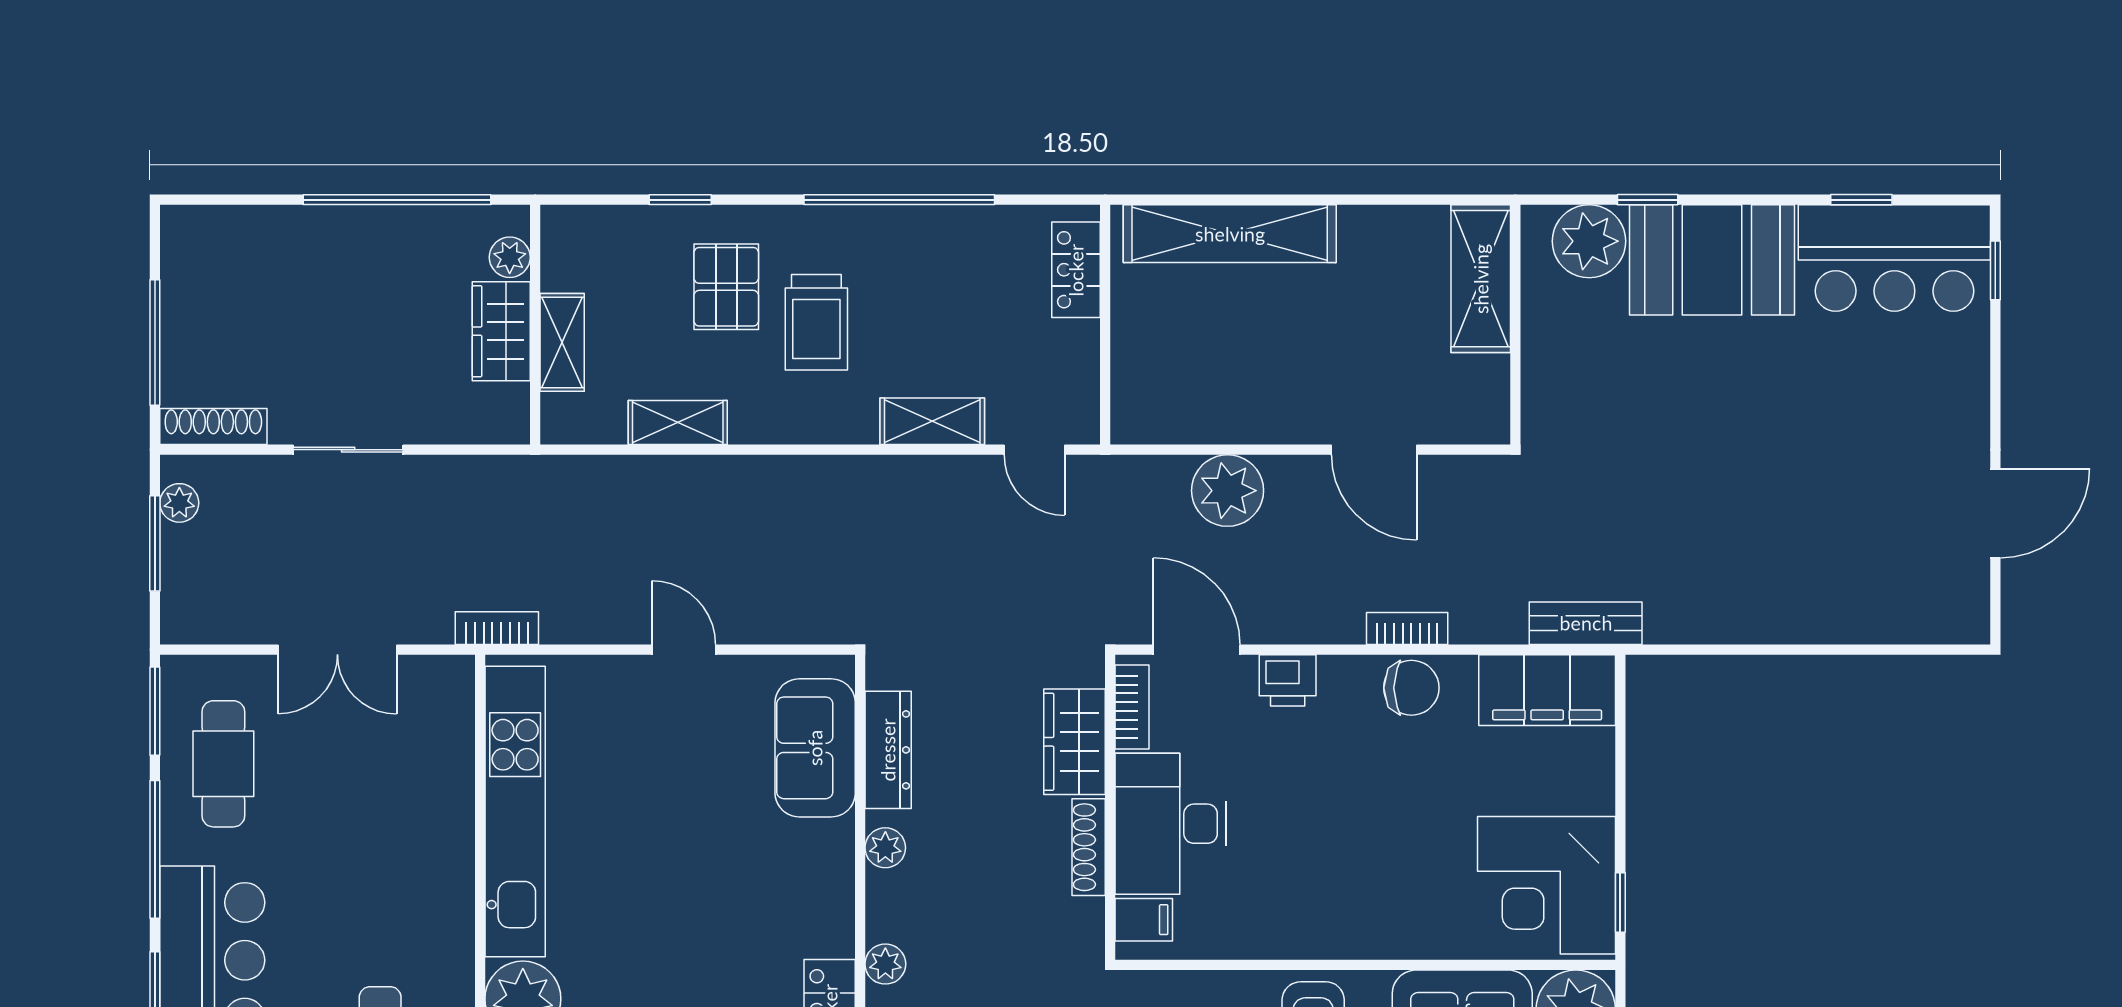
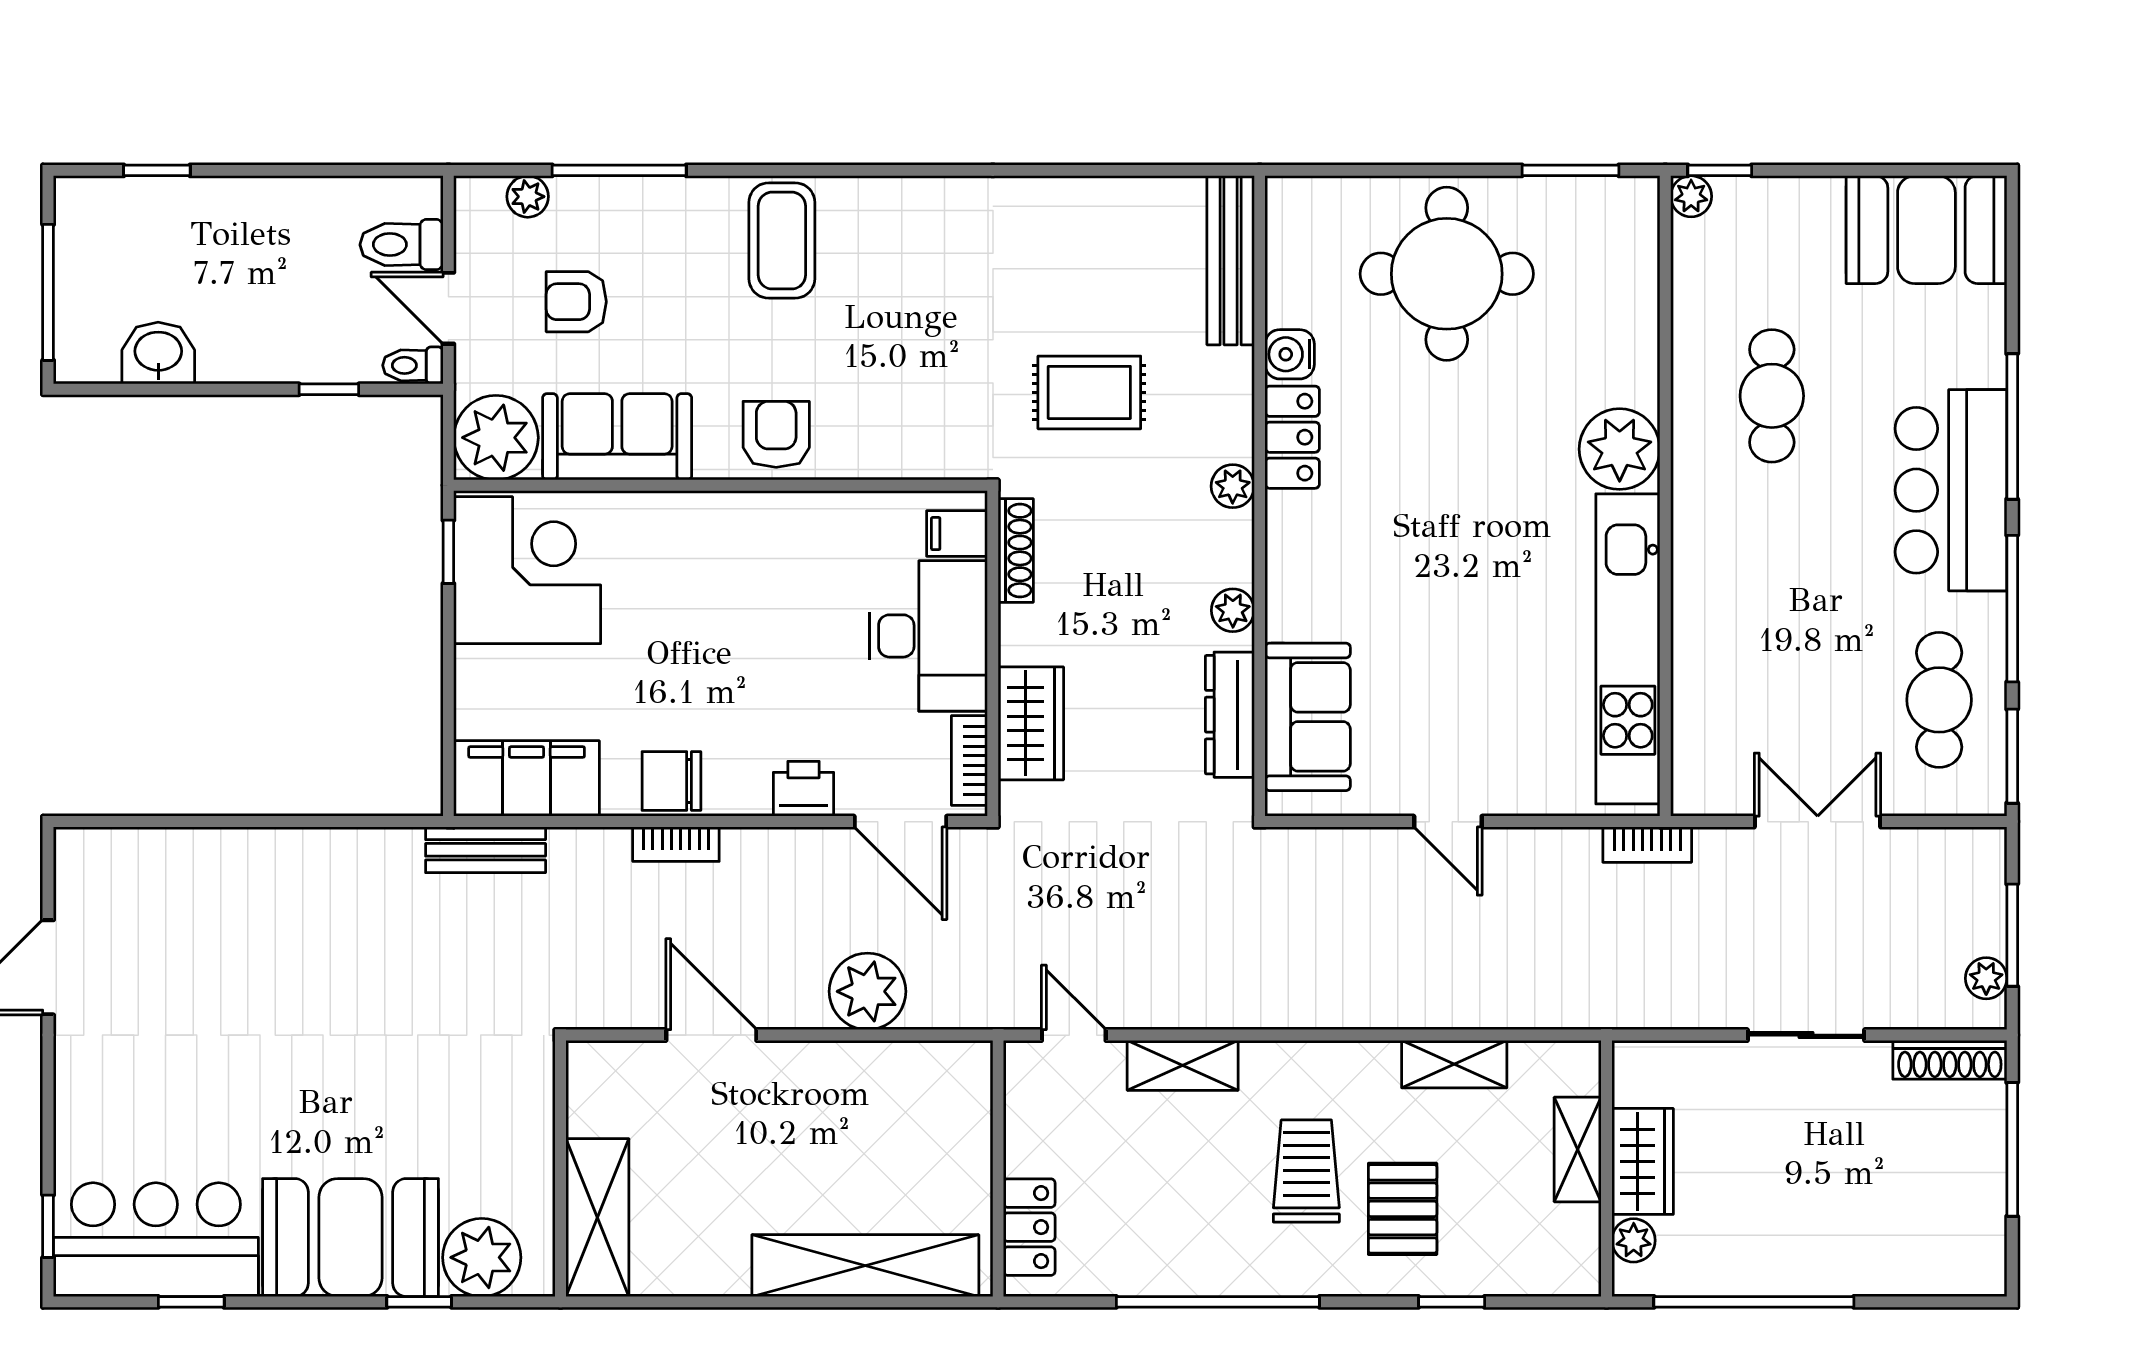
shoe rack: (1089, 847) -> (1016, 550), moved

